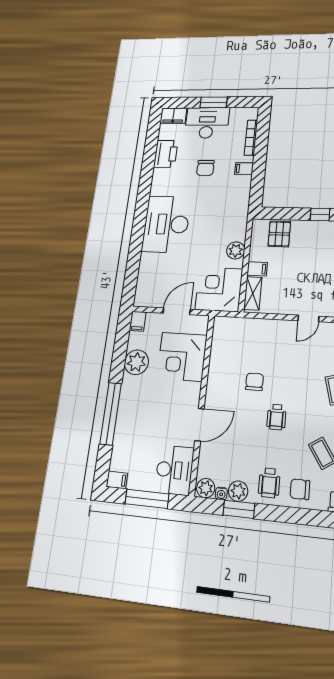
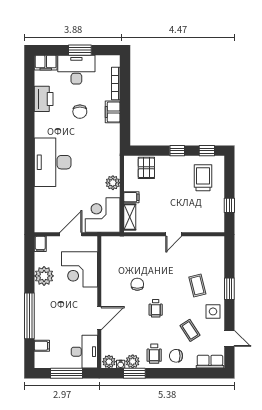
filing cabinet: (244, 169) -> (113, 112), width x2.00
filing cabinet: (117, 480) -> (42, 346), moved

